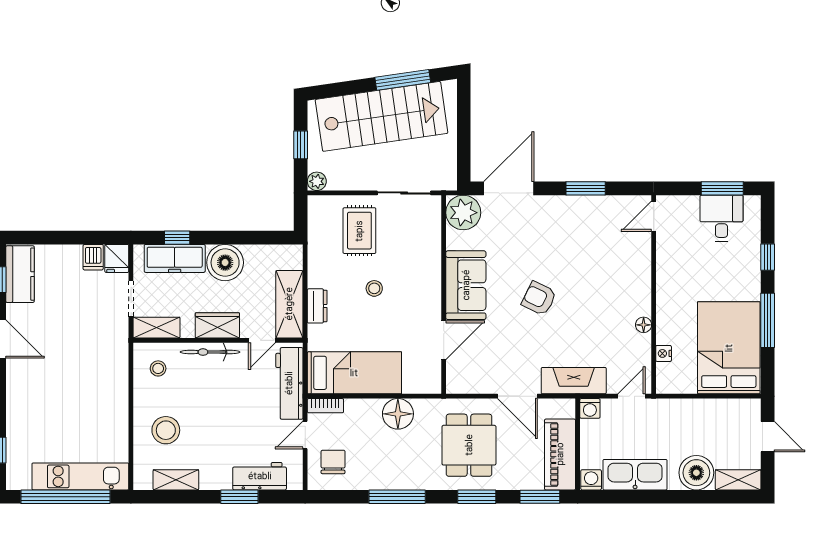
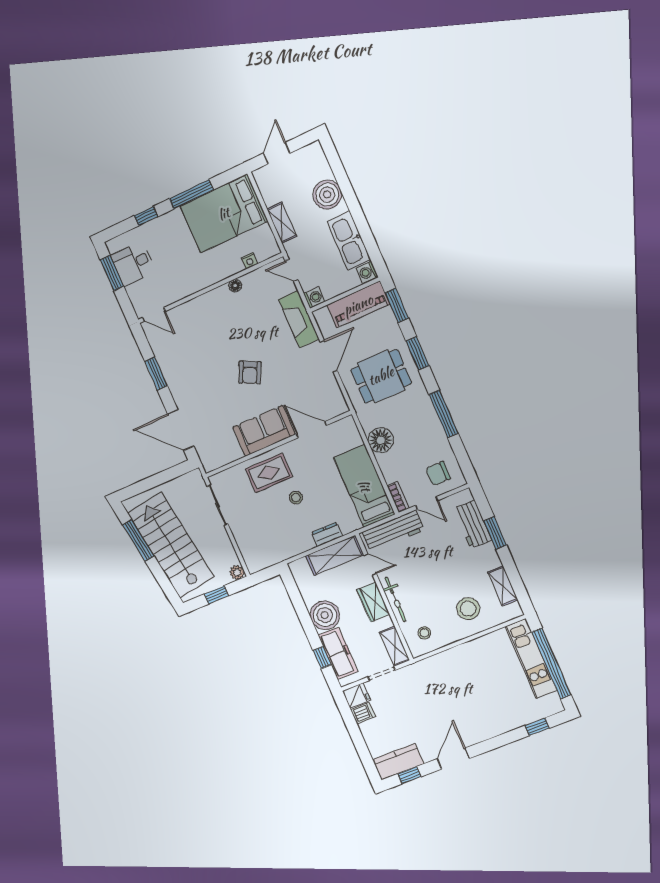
plant: (463, 213) -> (212, 456), removed
rug: (359, 231) -> (269, 473), moved
shelving: (738, 480) -> (282, 223), moved

